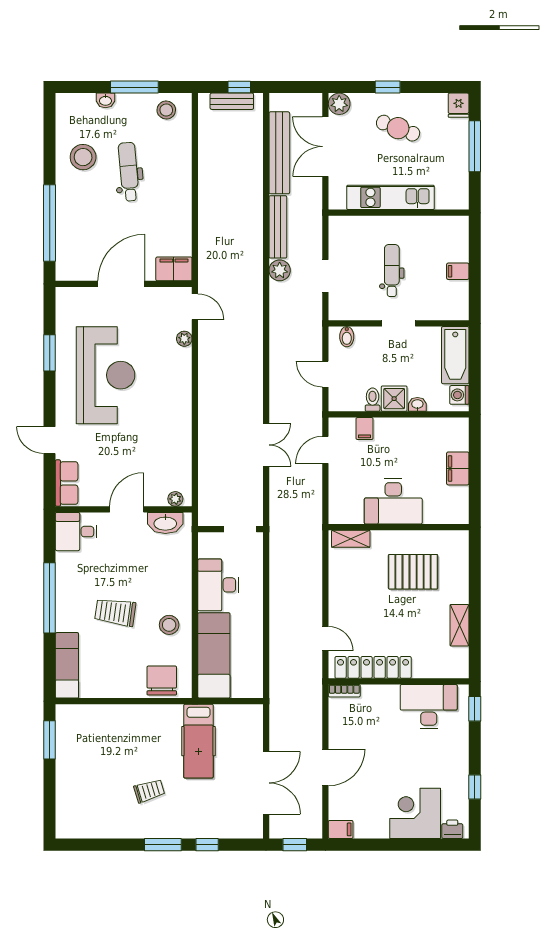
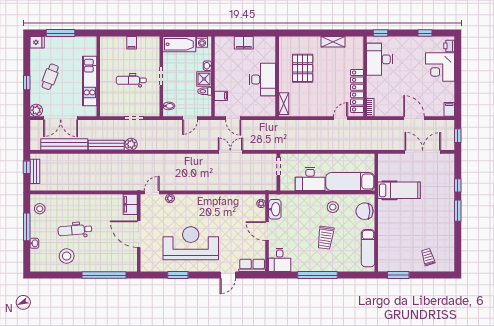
exam couch: (67, 665) -> (368, 248), moved, turned -90
trolley: (149, 791) -> (428, 257), moved

